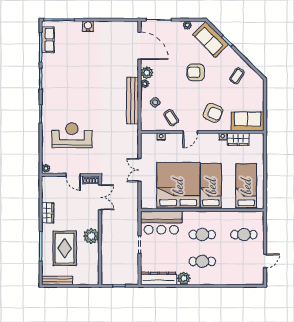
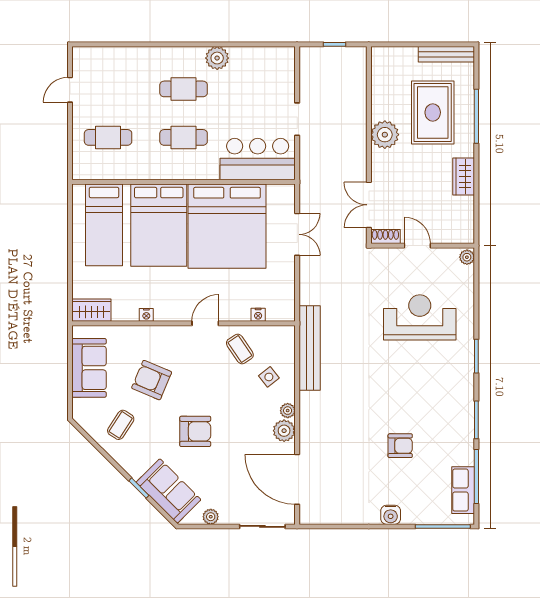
armchair: (83, 64) -> (400, 446), added
bench: (133, 101) -> (310, 348), moved
armchair: (213, 113) -> (152, 380), moved
sofa: (248, 121) -> (89, 368), moved, turned -90
reception desk: (72, 135) -> (420, 317), turned 180
wardrobe: (238, 139) -> (91, 310), moved
double door: (140, 170) -> (297, 234), moved
bed: (211, 186) -> (159, 225), width x1.50
dresser: (159, 278) -> (263, 58), removed

